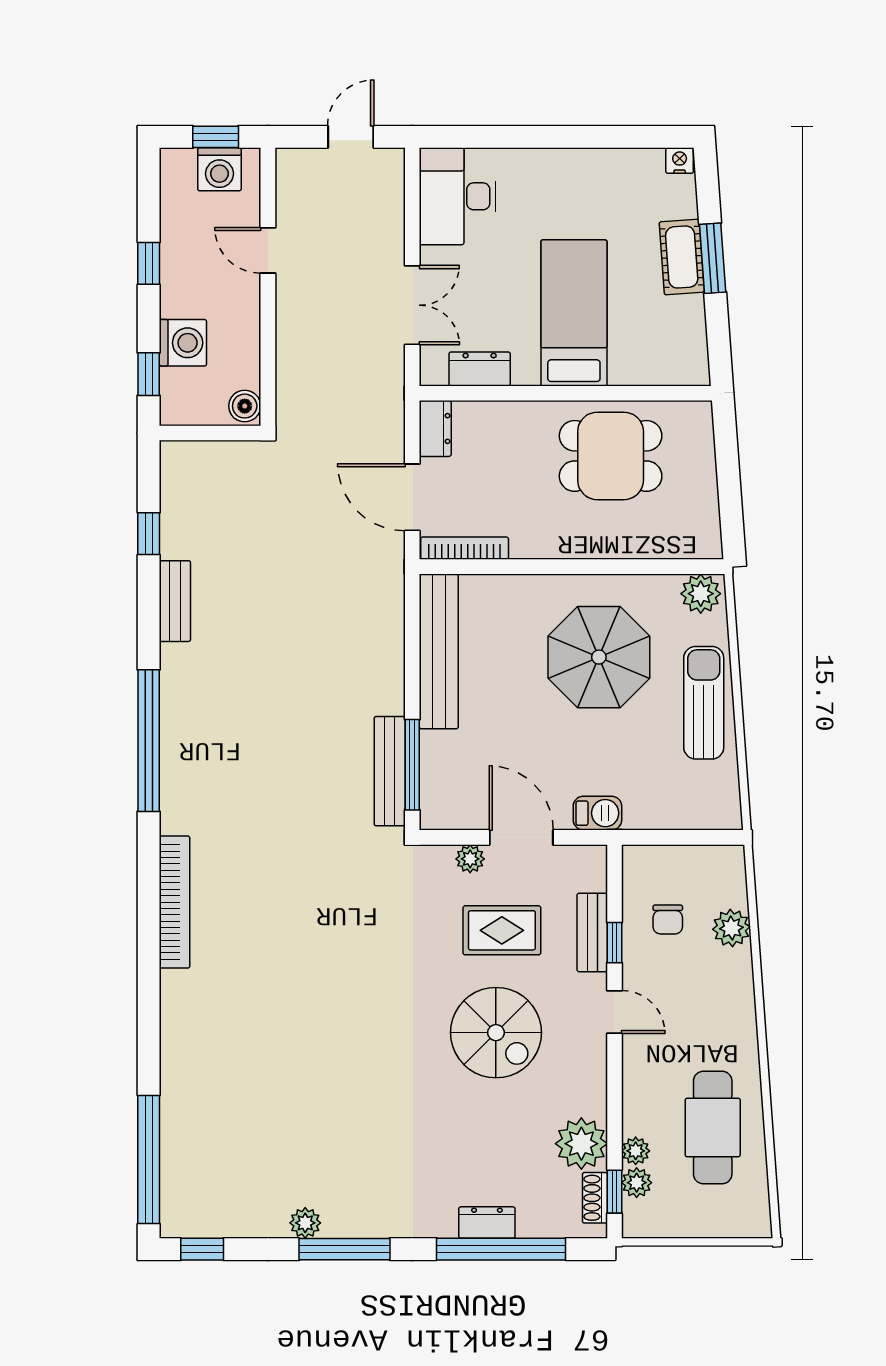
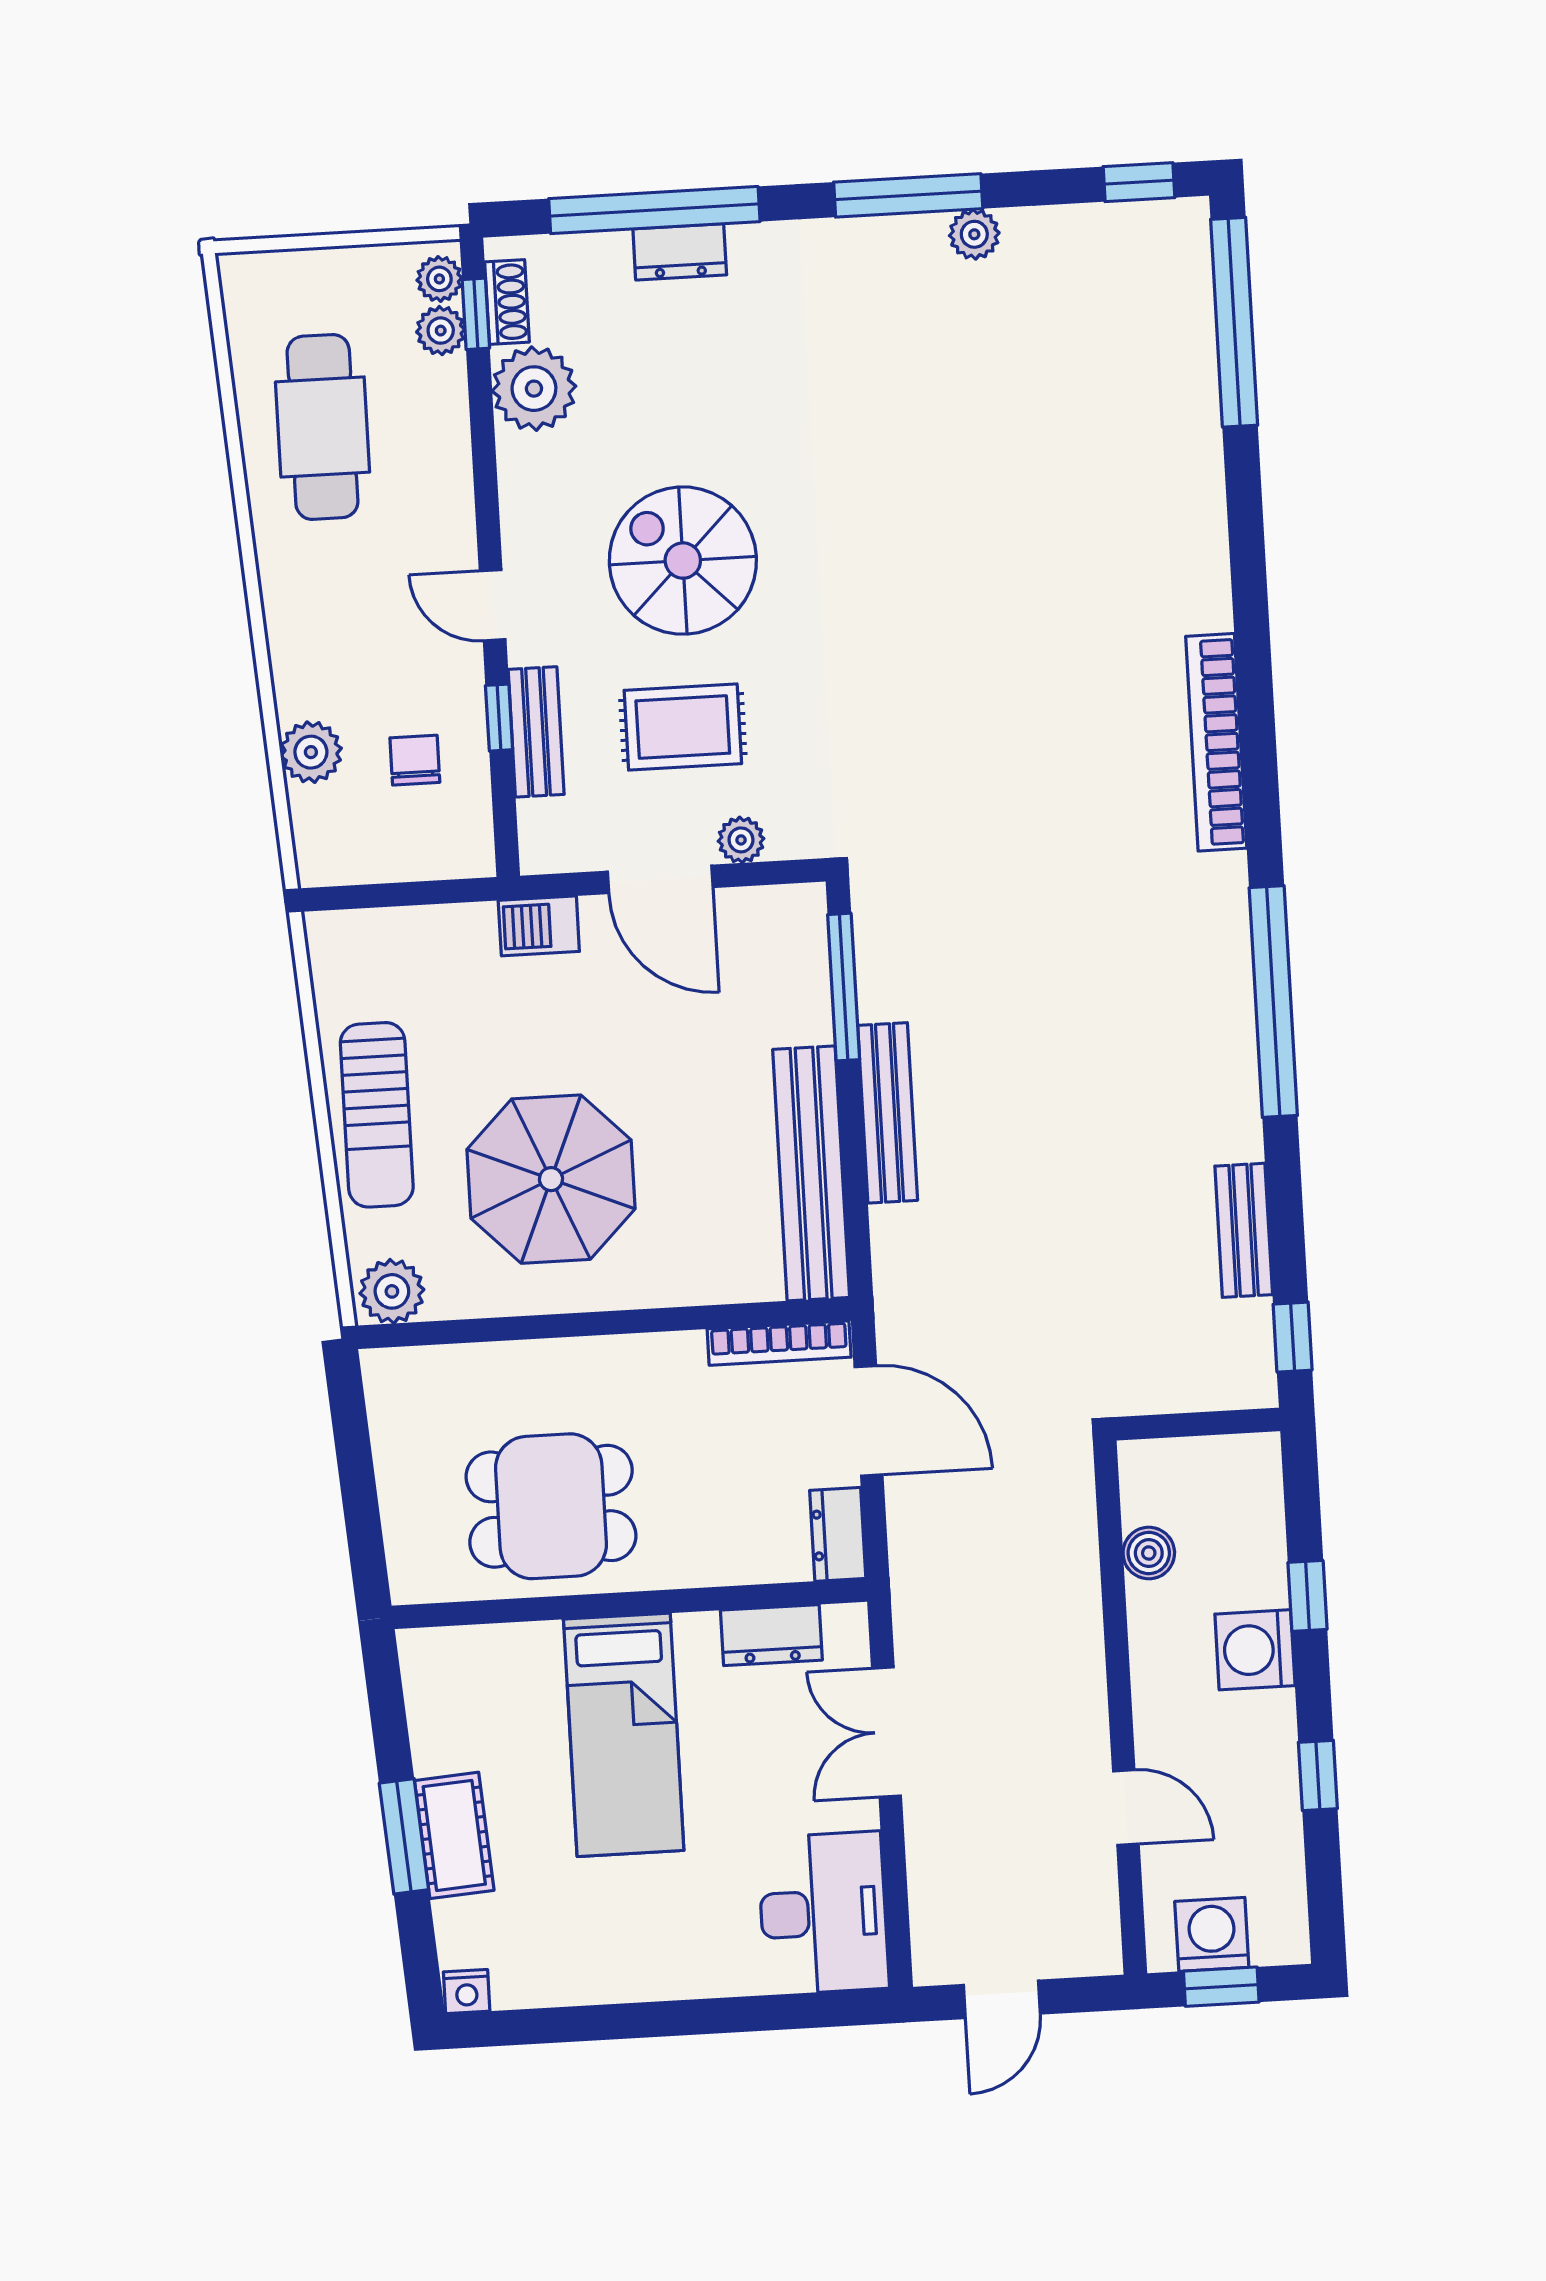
wall: (210, 433) -> (1198, 1424), moved
bench: (390, 771) -> (888, 1113), moved
plant: (636, 1151) -> (439, 279), moved

